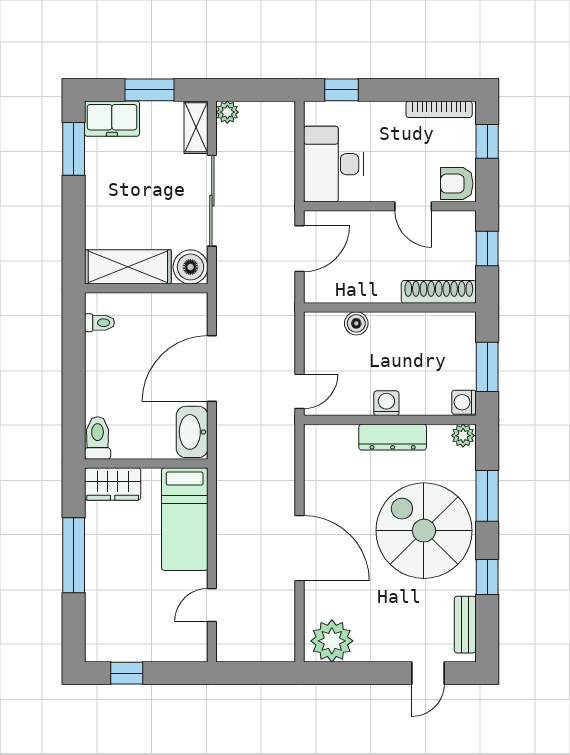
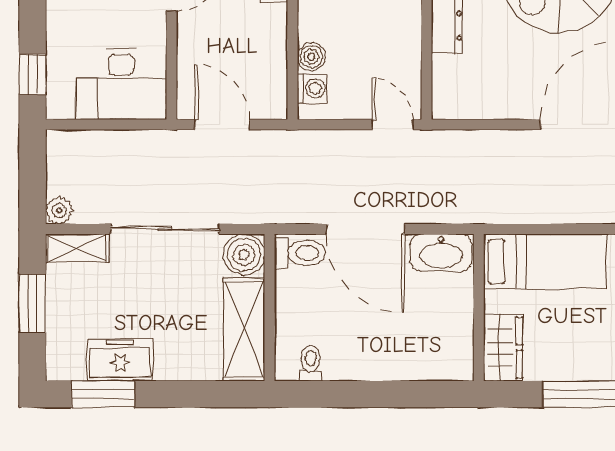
freezer: (112, 119) -> (120, 360), moved, turned -90
washing machine: (386, 403) -> (312, 88), moved, turned 180
toilet: (98, 438) -> (300, 253), moved, turned 180

